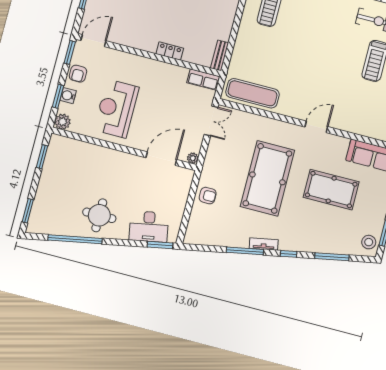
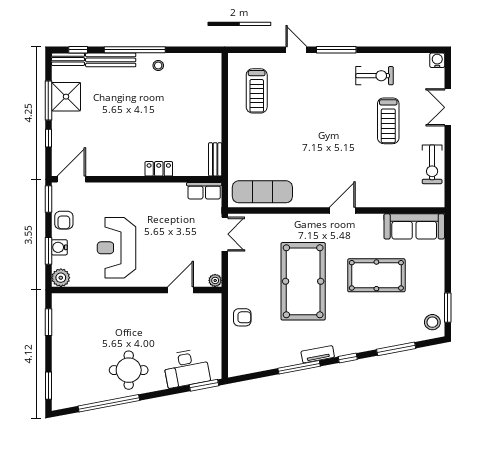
door: (161, 159) -> (181, 290), width x0.73

